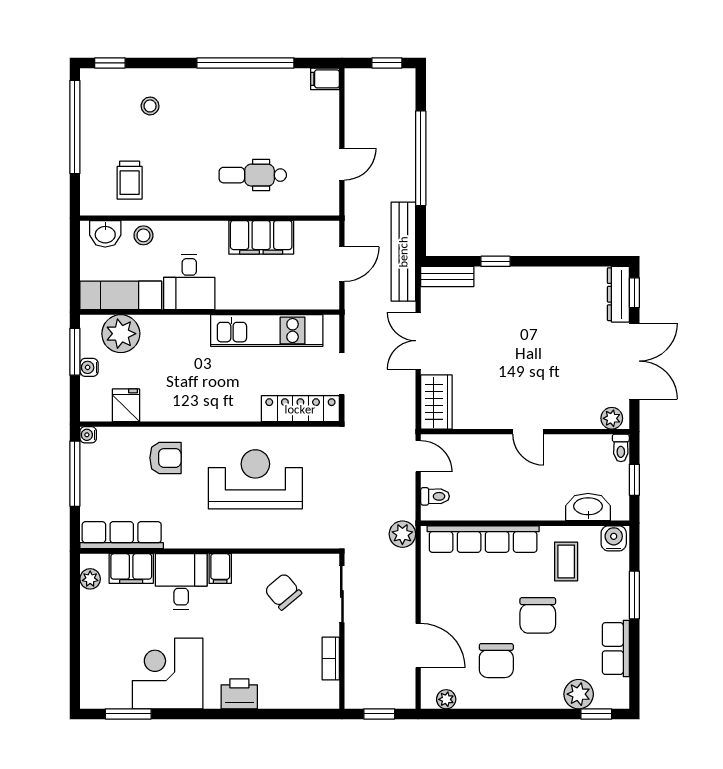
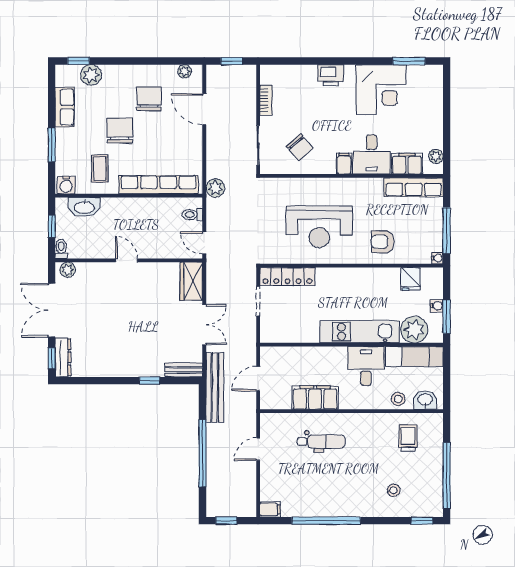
kitchen unit: (267, 331) -> (360, 332), moved

